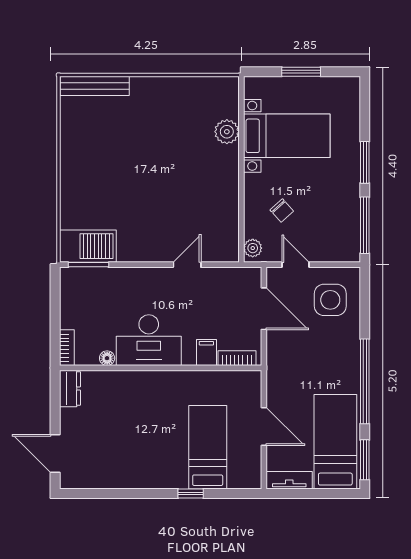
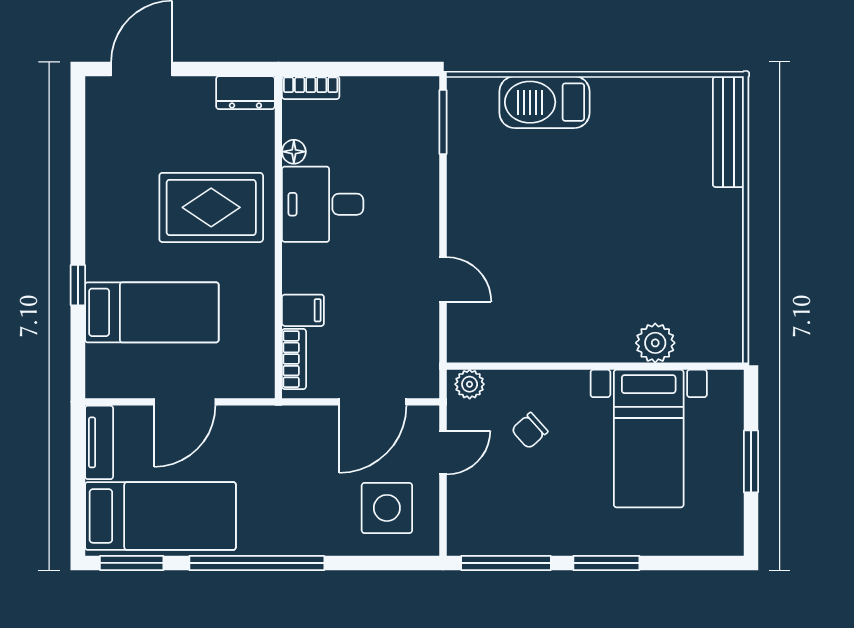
barbecue: (88, 246) -> (544, 102), moved, turned 90
desk: (149, 340) -> (323, 204), width x0.73
rug: (142, 410) -> (211, 207), added

